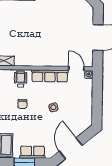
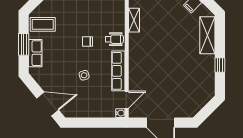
door: (71, 148) -> (48, 104), moved

